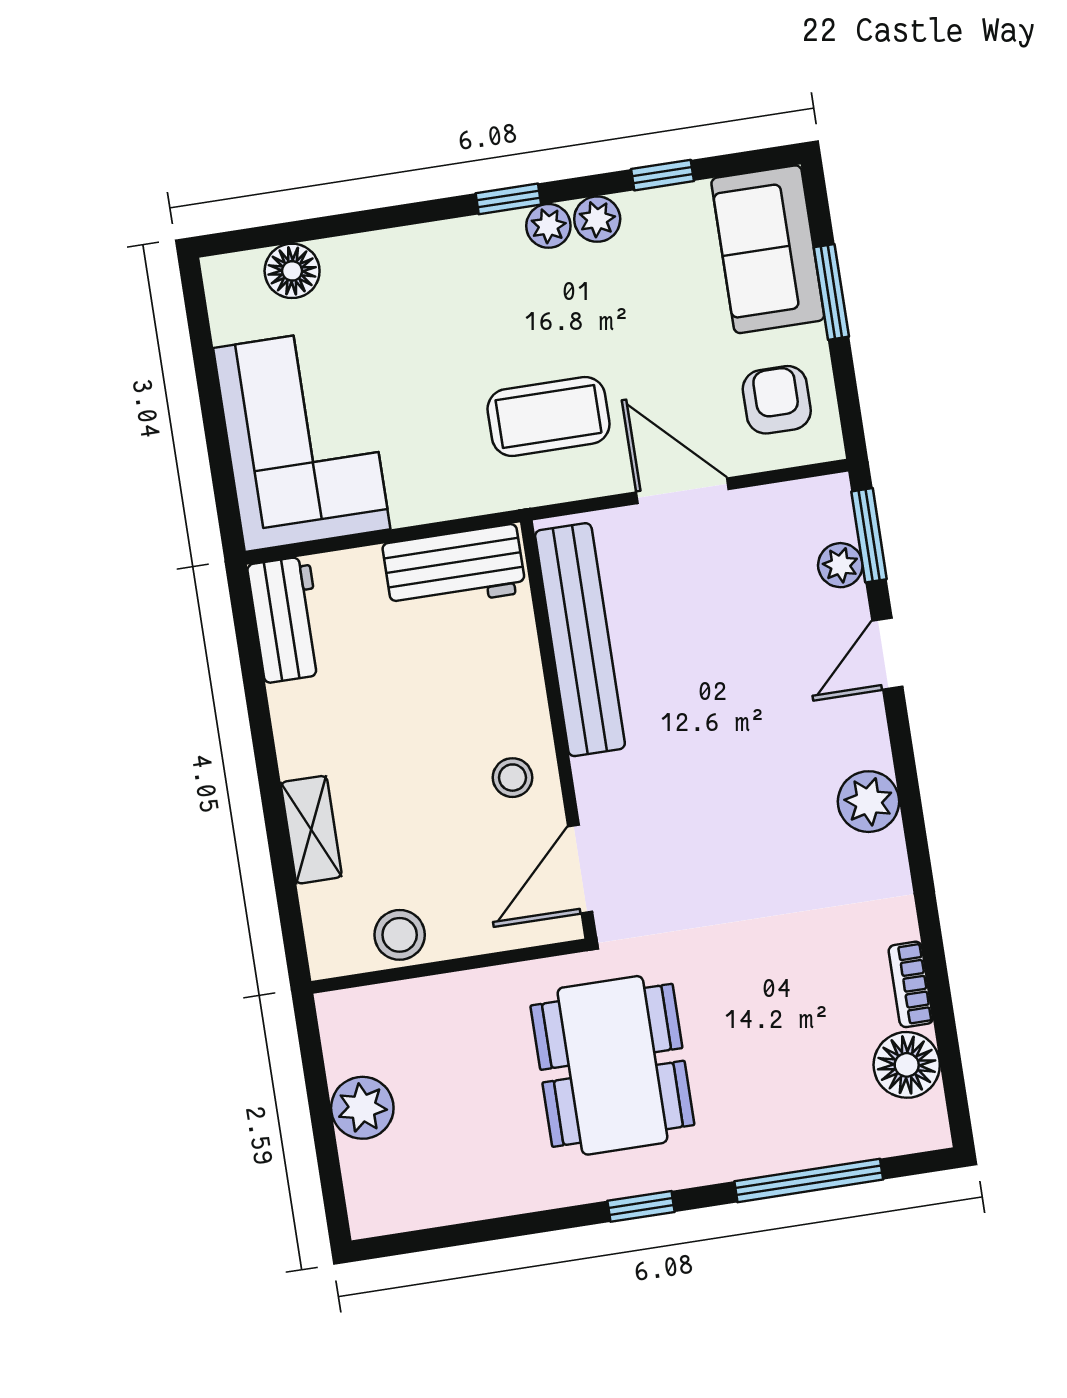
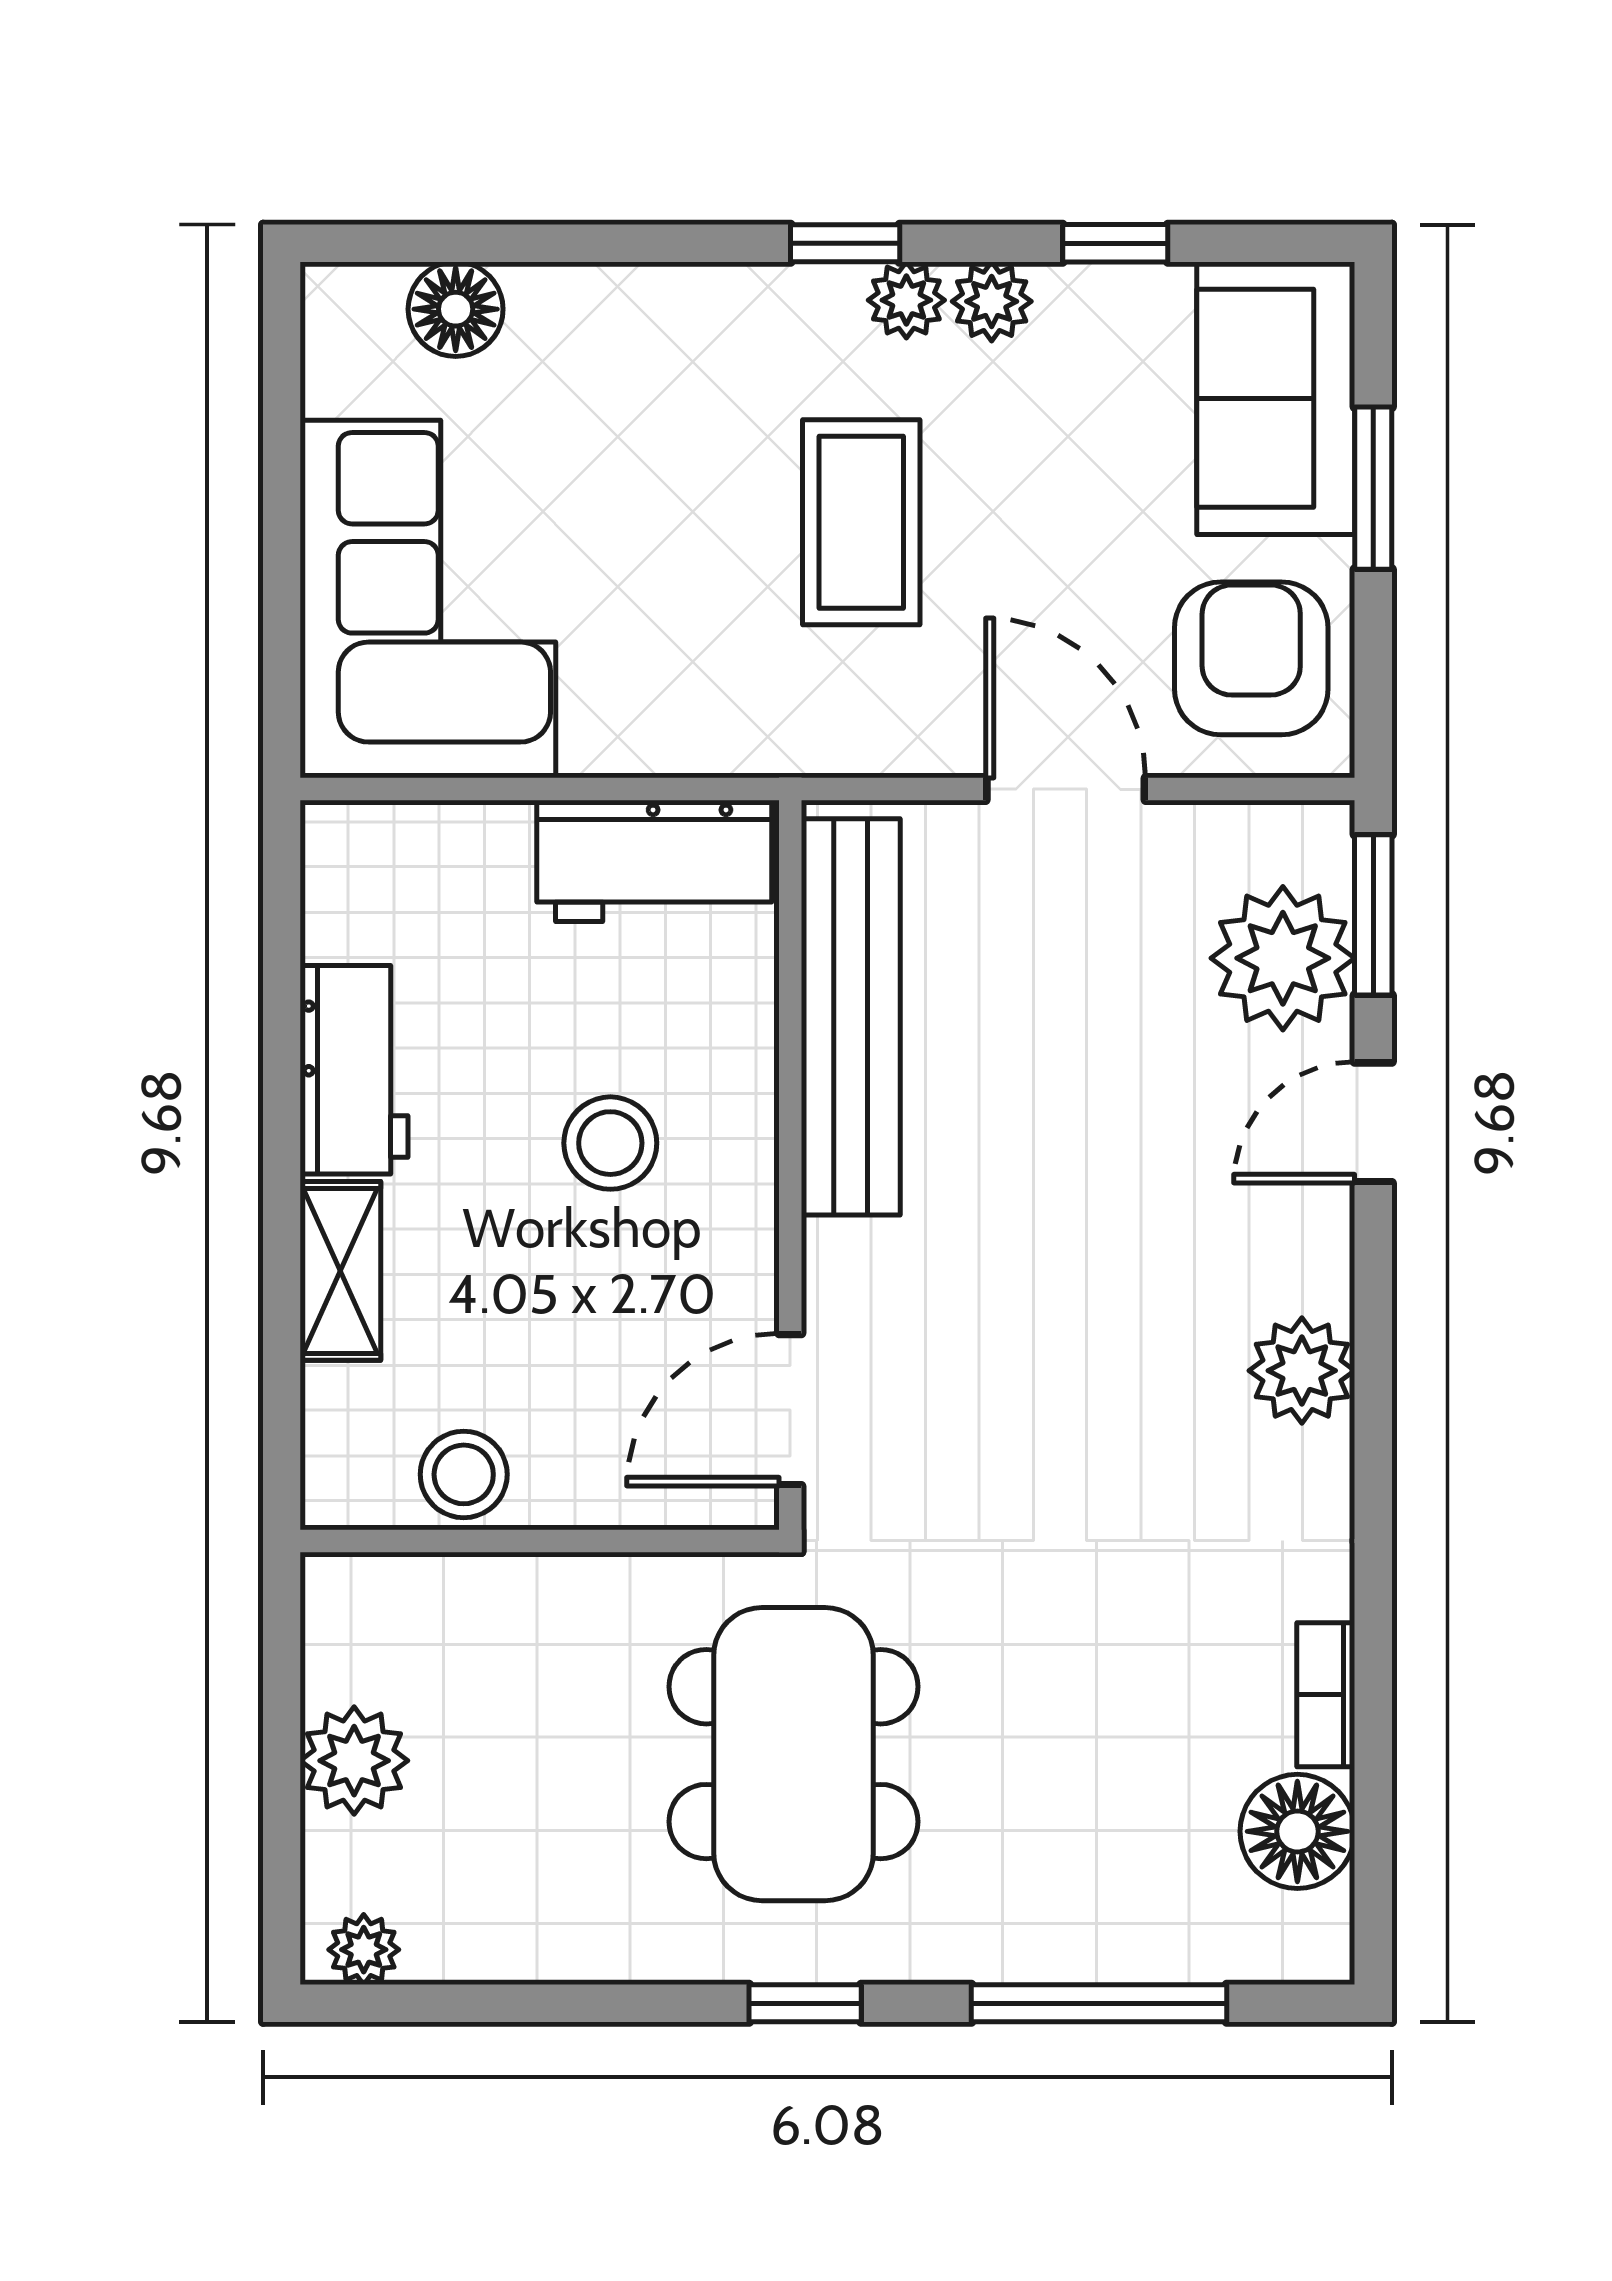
armchair: (777, 400) -> (1251, 658), width x1.38, depth x1.38
coffee table: (549, 416) -> (861, 522), moved, turned 90
plant: (840, 565) -> (1283, 958), width x1.87, depth x1.87
workbench: (287, 619) -> (354, 1070), moved
stool: (513, 778) -> (610, 1143), moved, width x1.37, depth x1.37
plant: (385, 1215) -> (364, 1950), added

